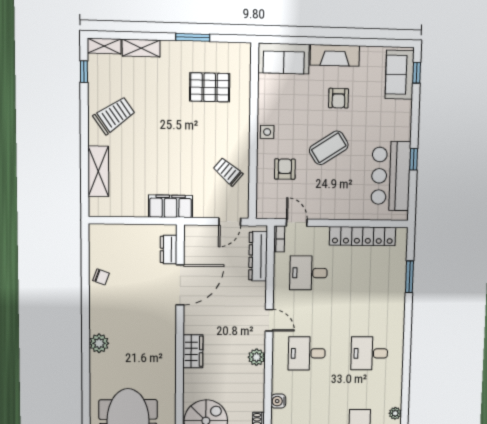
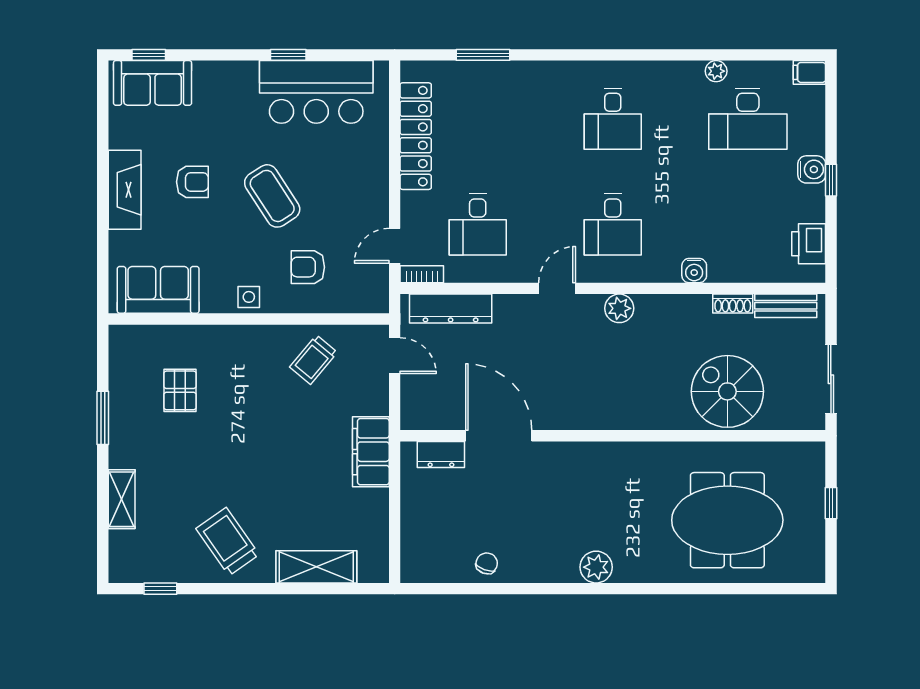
shelving: (104, 46) -> (120, 557), removed
sofa: (284, 59) -> (158, 290), moved, turned -90
pallet: (210, 87) -> (180, 390), width x0.67, depth x0.71
wardrobe: (193, 351) -> (609, 414), removed

